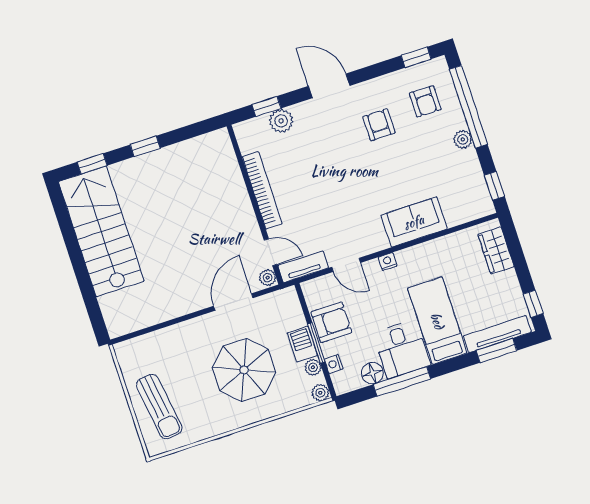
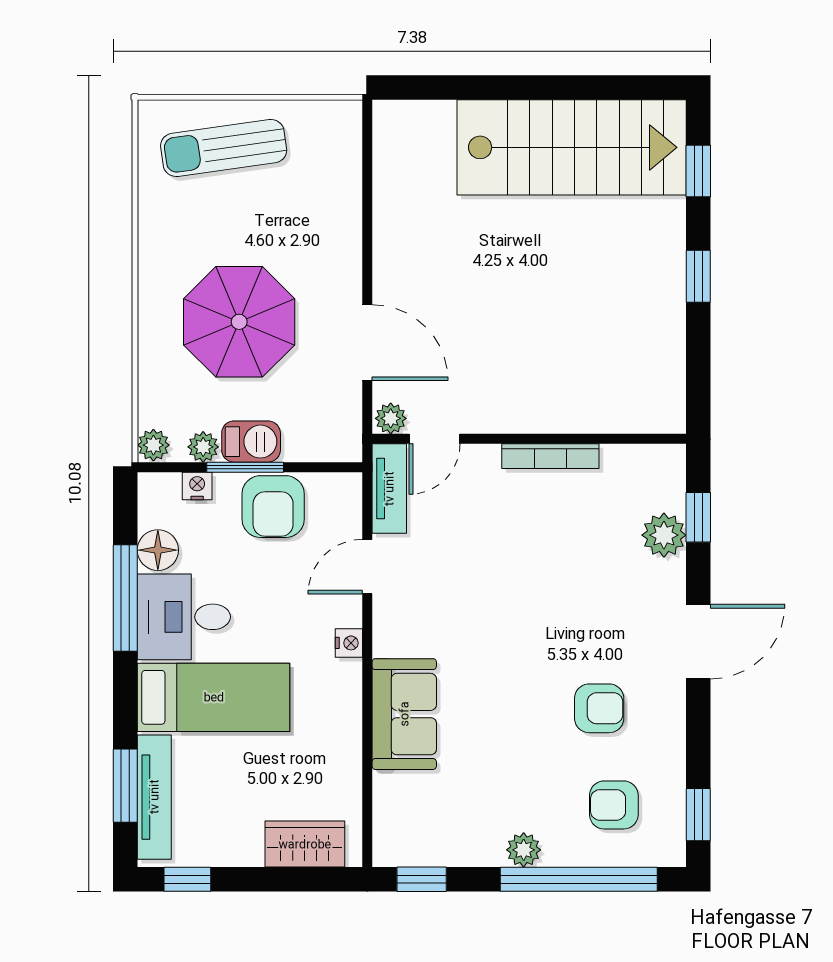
bookcase: (262, 190) -> (550, 456), width x0.68, depth x0.76

